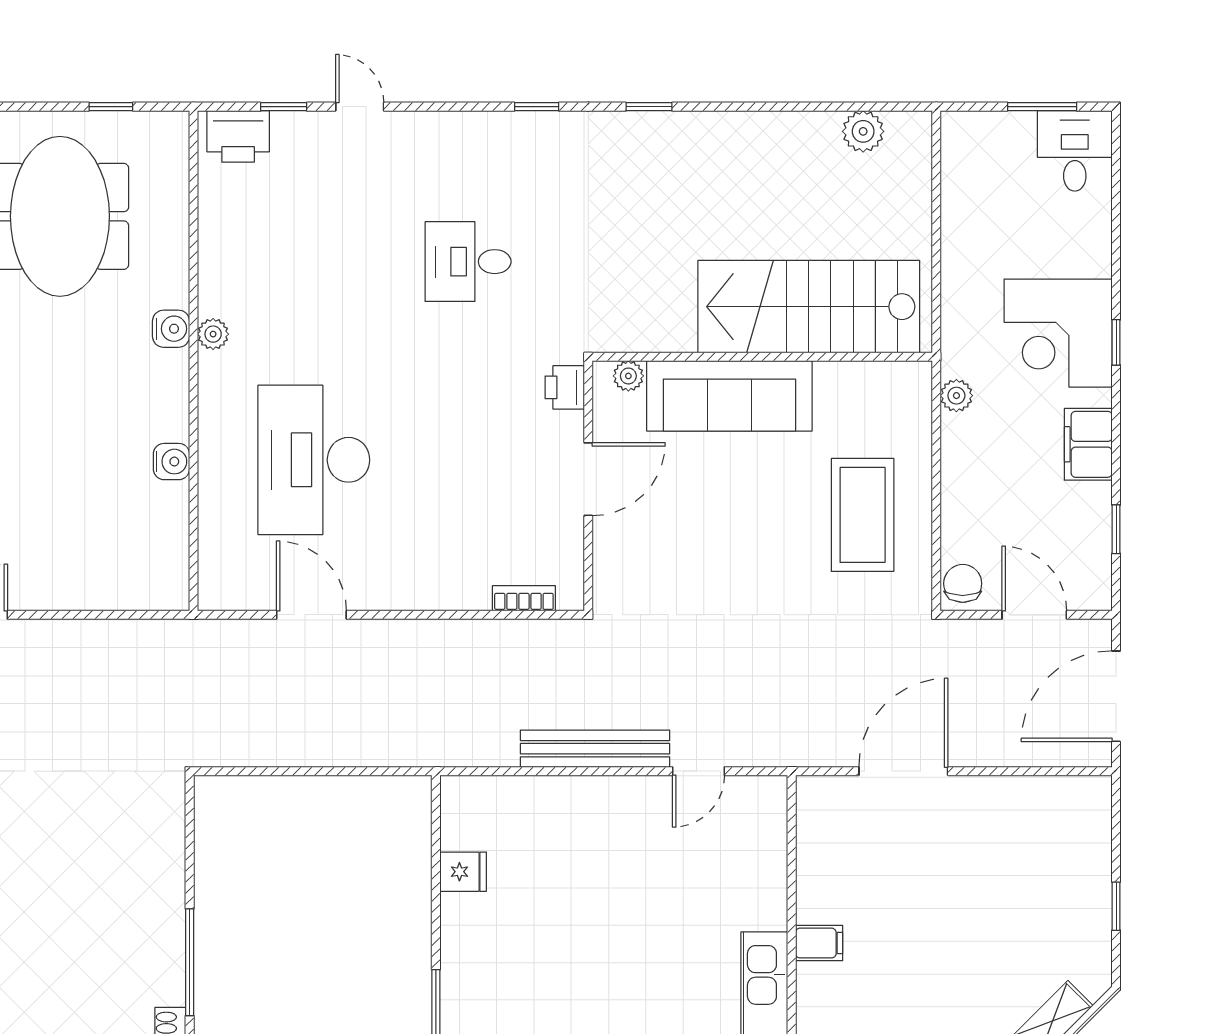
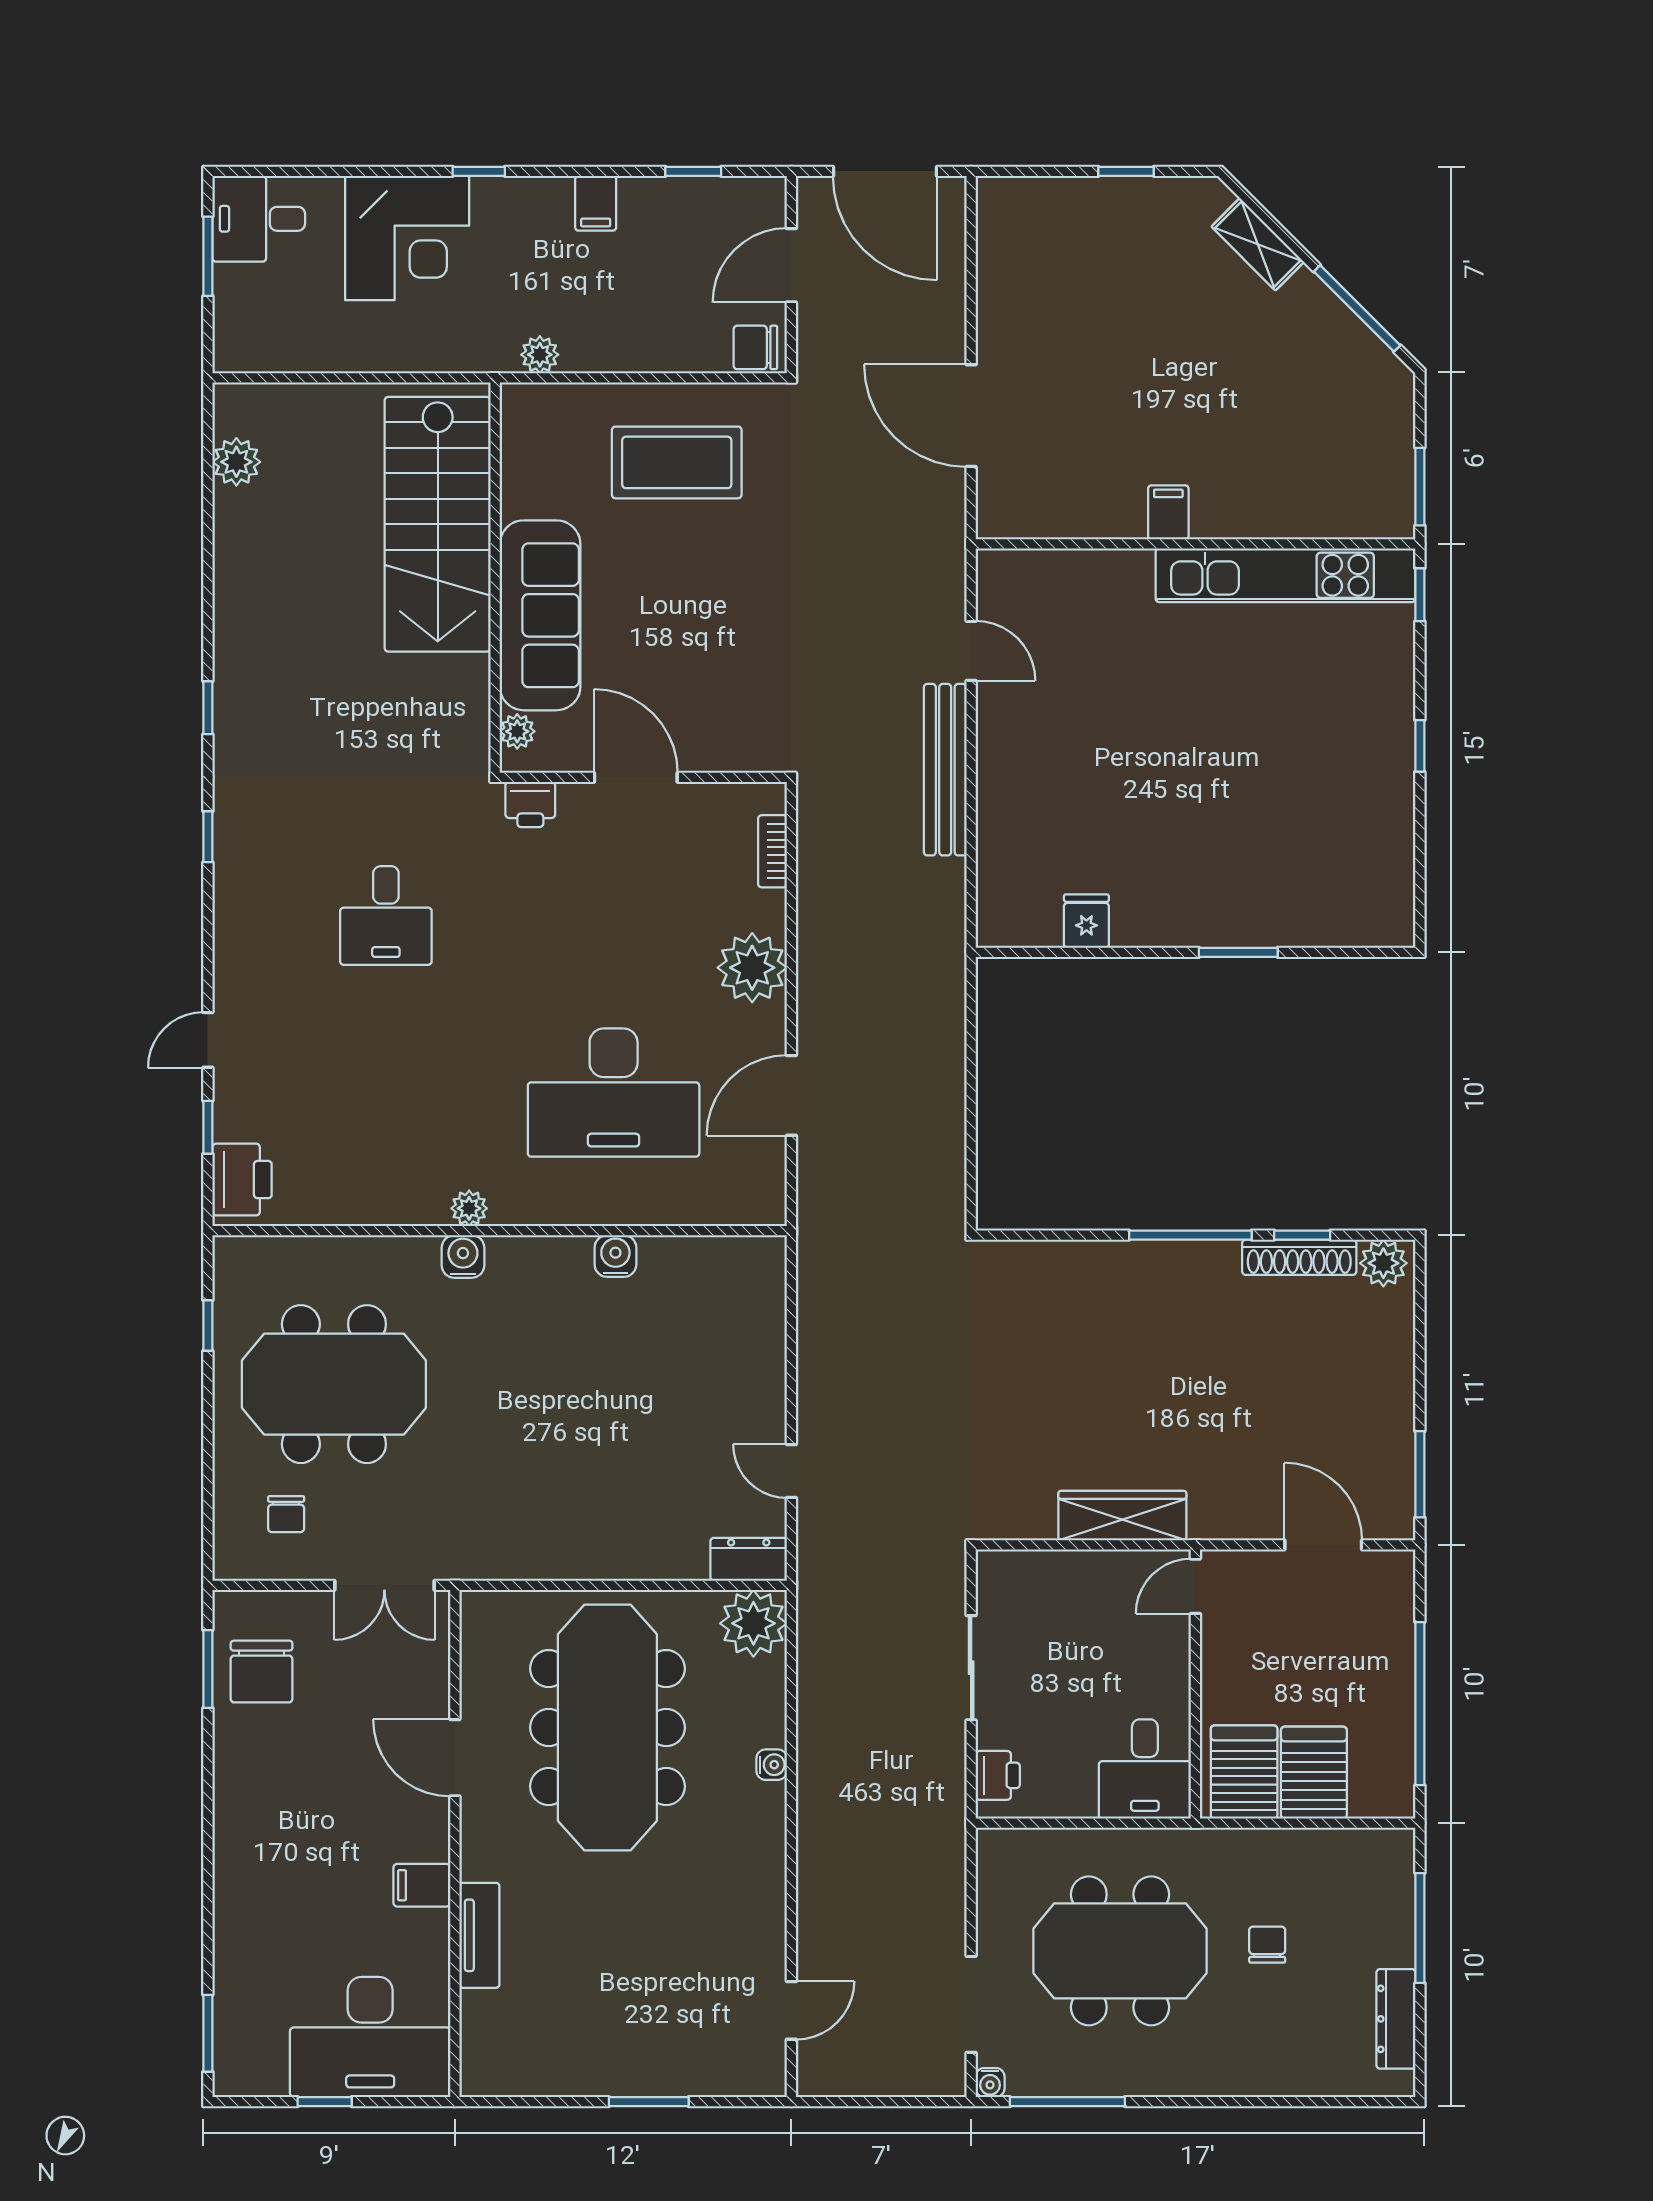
corner desk: (1058, 333) -> (407, 238), moved
filing cabinet: (1088, 444) -> (596, 203), width x0.50
plant: (423, 581) -> (752, 968), added

